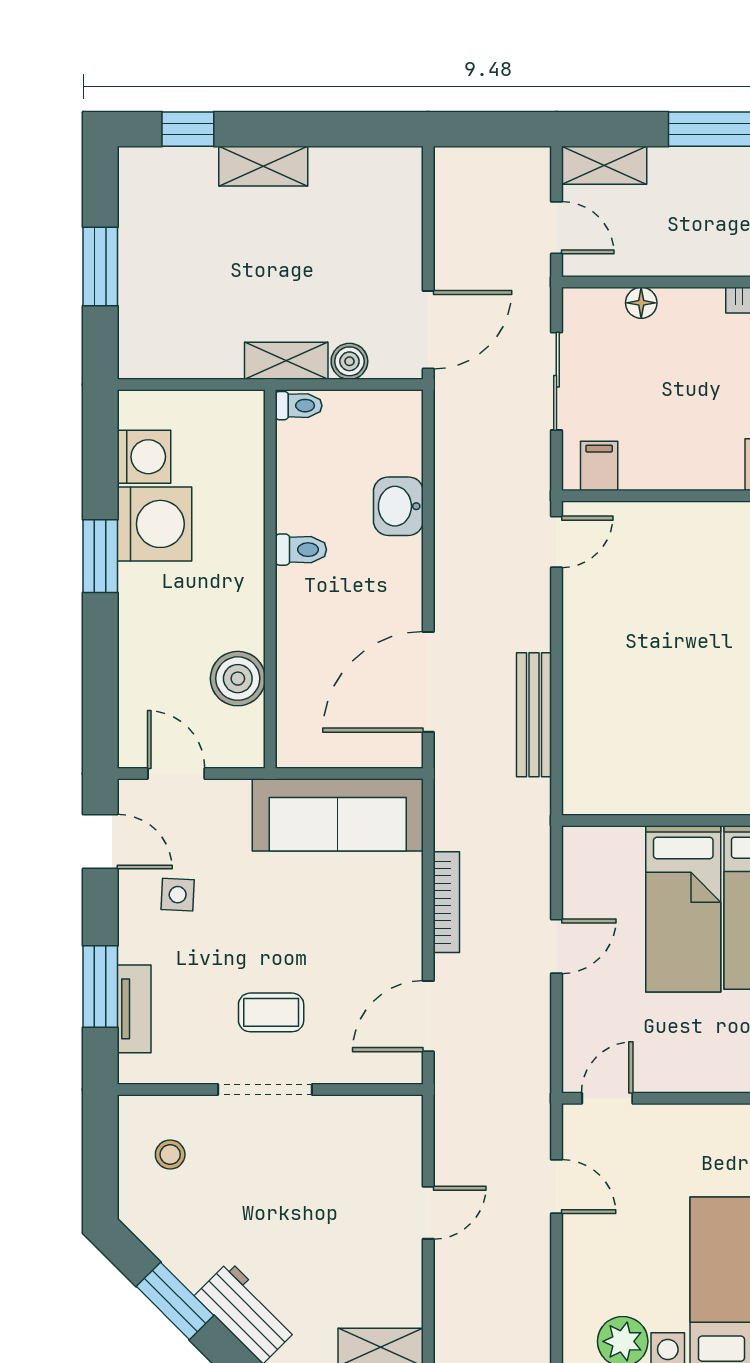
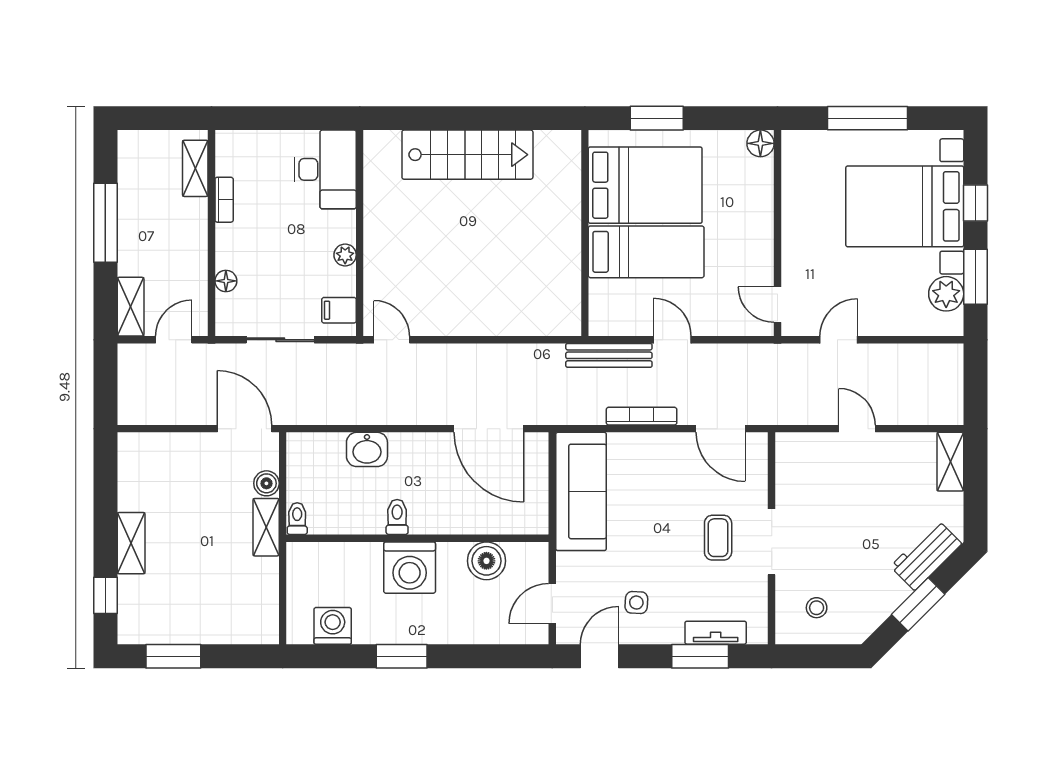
window: (100, 266) -> (173, 656), moved
plant: (679, 475) -> (345, 255), added
washing machine: (154, 524) -> (410, 568), moved, turned 180
bench: (534, 715) -> (609, 355), moved

